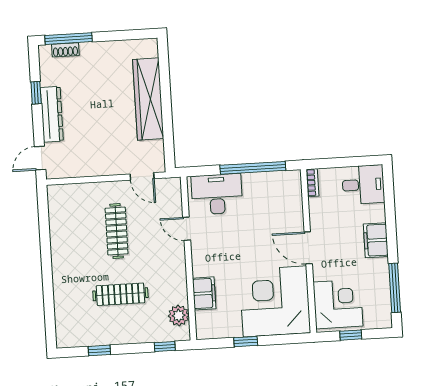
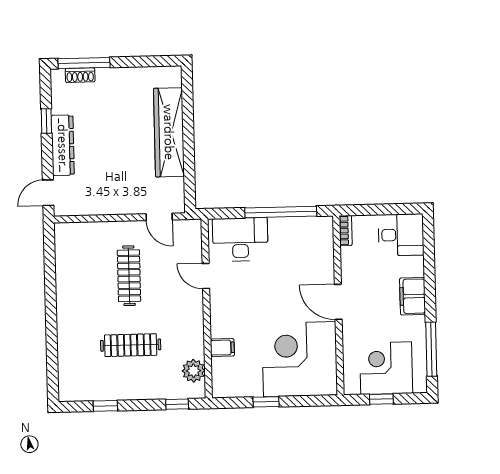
filing cabinet: (204, 293) -> (222, 348), width x0.50
corner desk: (338, 304) -> (386, 368), moved, turned -90

